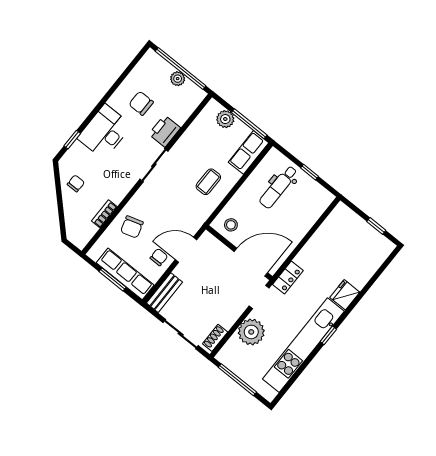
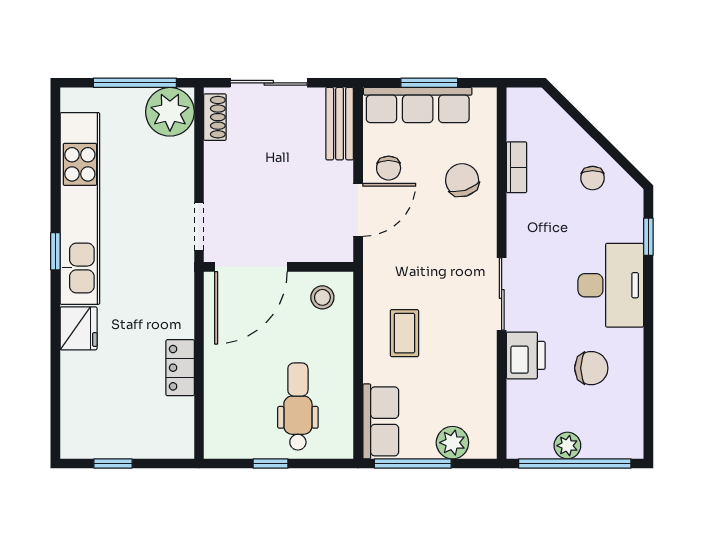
locker: (288, 278) -> (180, 368), moved
plant: (251, 332) -> (170, 112), moved

